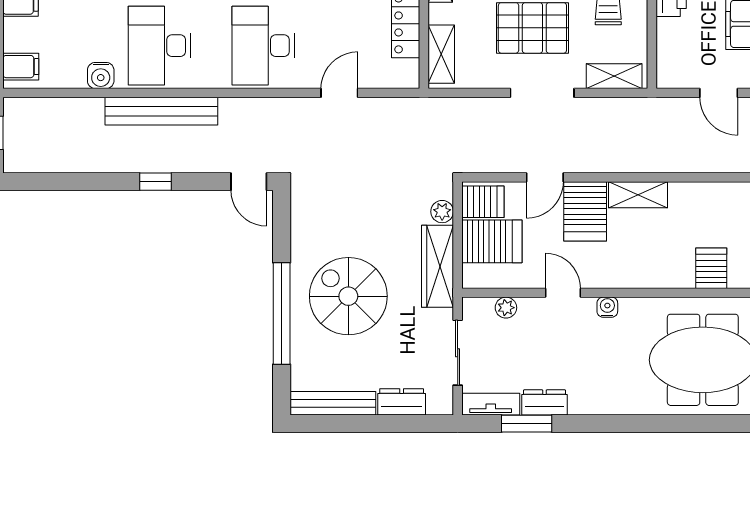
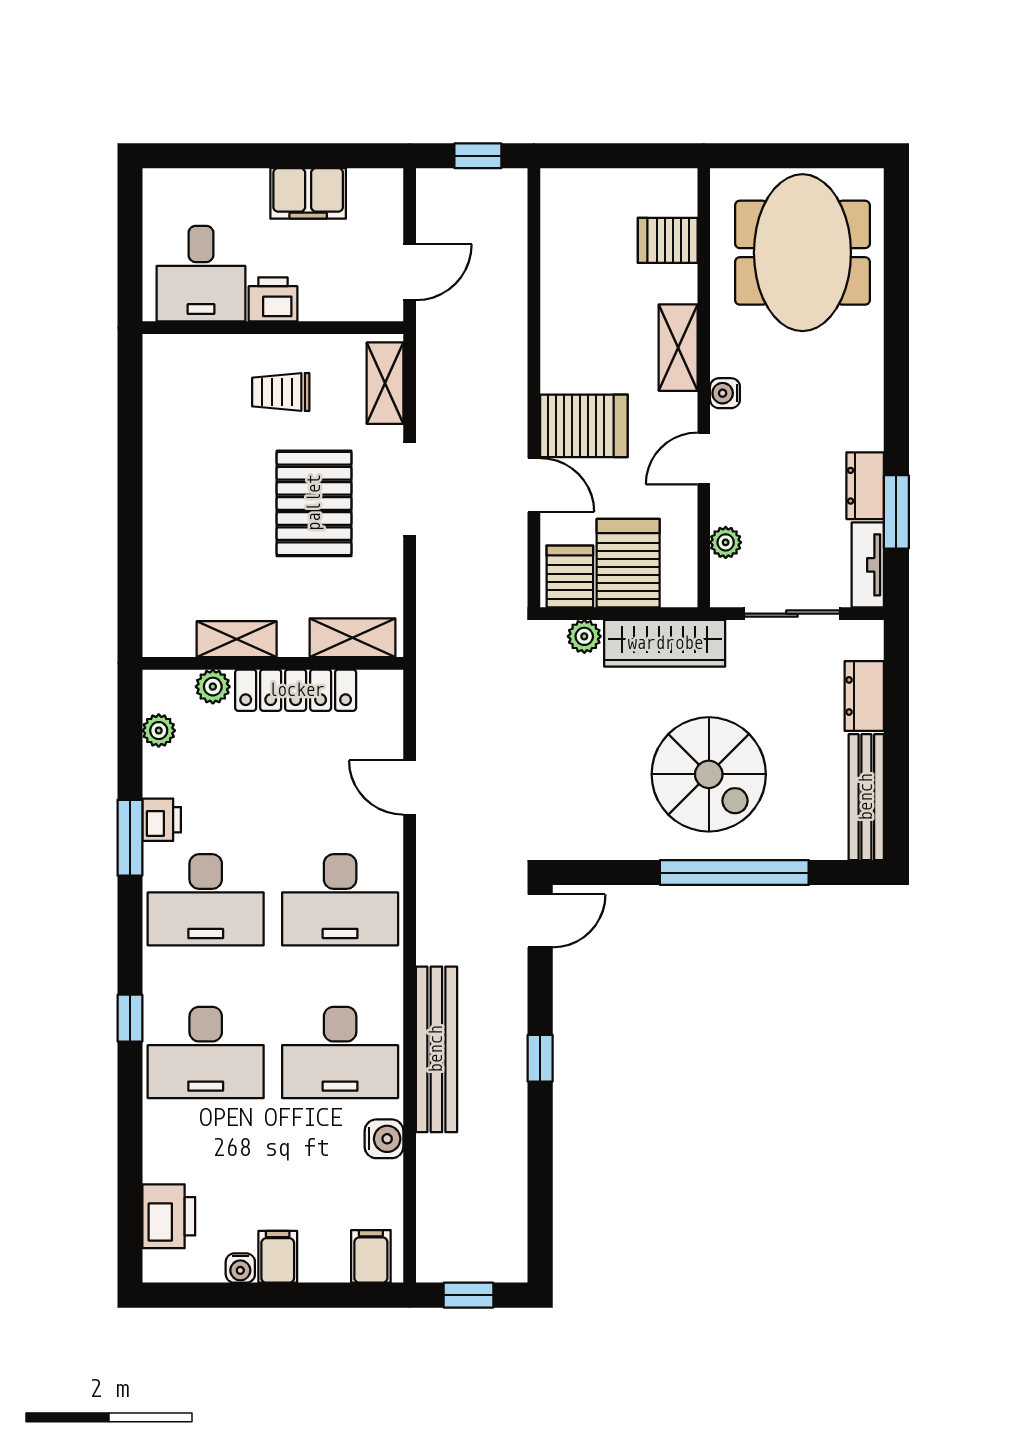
door: (719, 93) -> (410, 272), moved
shelving: (638, 195) -> (678, 348), moved
spiral stairs: (348, 296) -> (709, 774), turned -90

